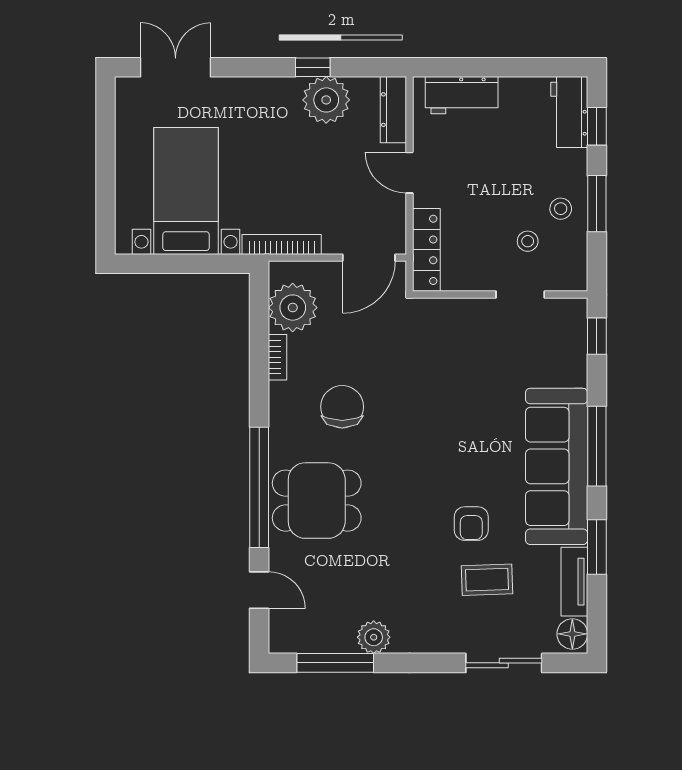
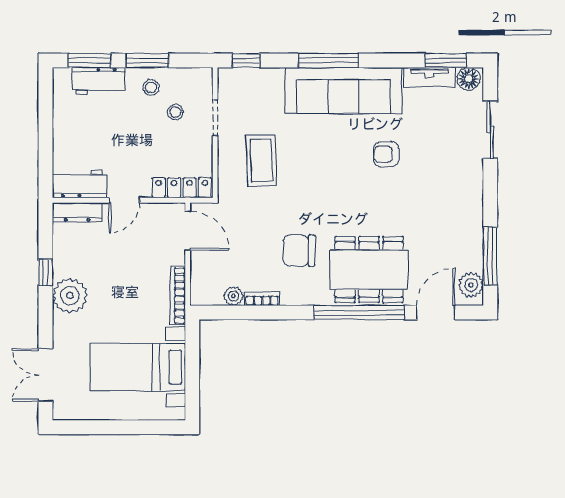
workbench: (462, 95) -> (79, 184), moved, turned -90
plant: (326, 100) -> (70, 296), moved
workbench: (569, 112) -> (99, 81), moved
window: (597, 126) -> (90, 60), width x1.50
plant: (293, 308) -> (233, 296), width x0.53, depth x0.53
dining table: (317, 501) -> (369, 270), width x1.37
armchair: (471, 524) -> (386, 154), turned 180
window: (597, 547) -> (446, 60), moved
coffee table: (487, 580) -> (261, 160), moved, width x1.36, depth x1.30
door: (259, 590) -> (436, 313), width x1.37
plant: (374, 637) -> (471, 285), moved

